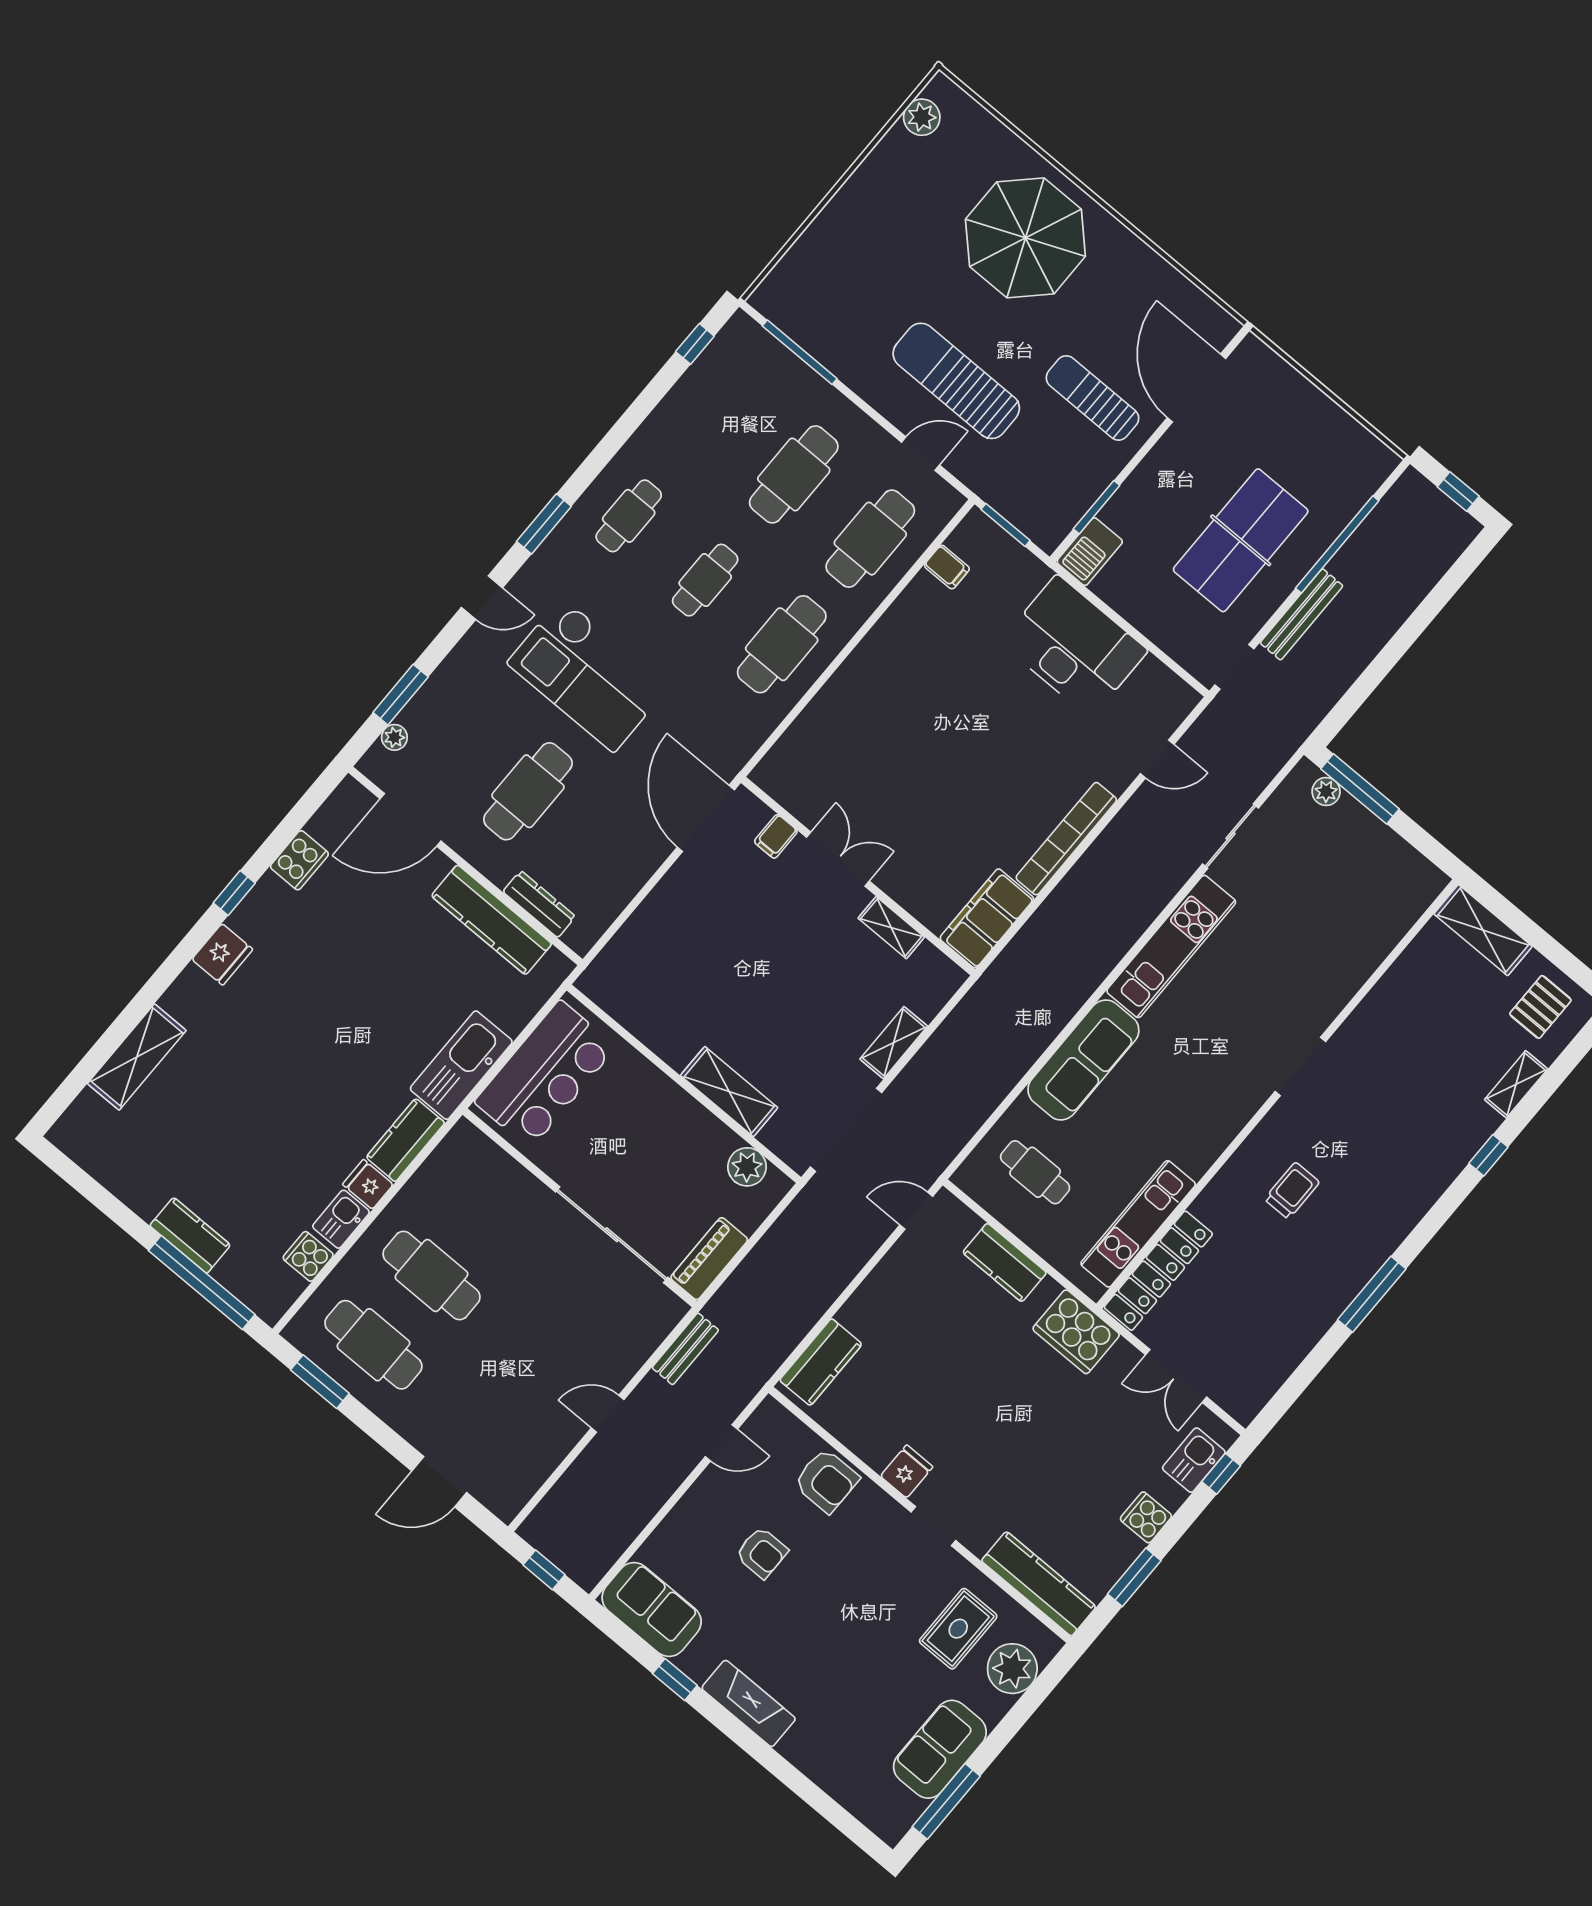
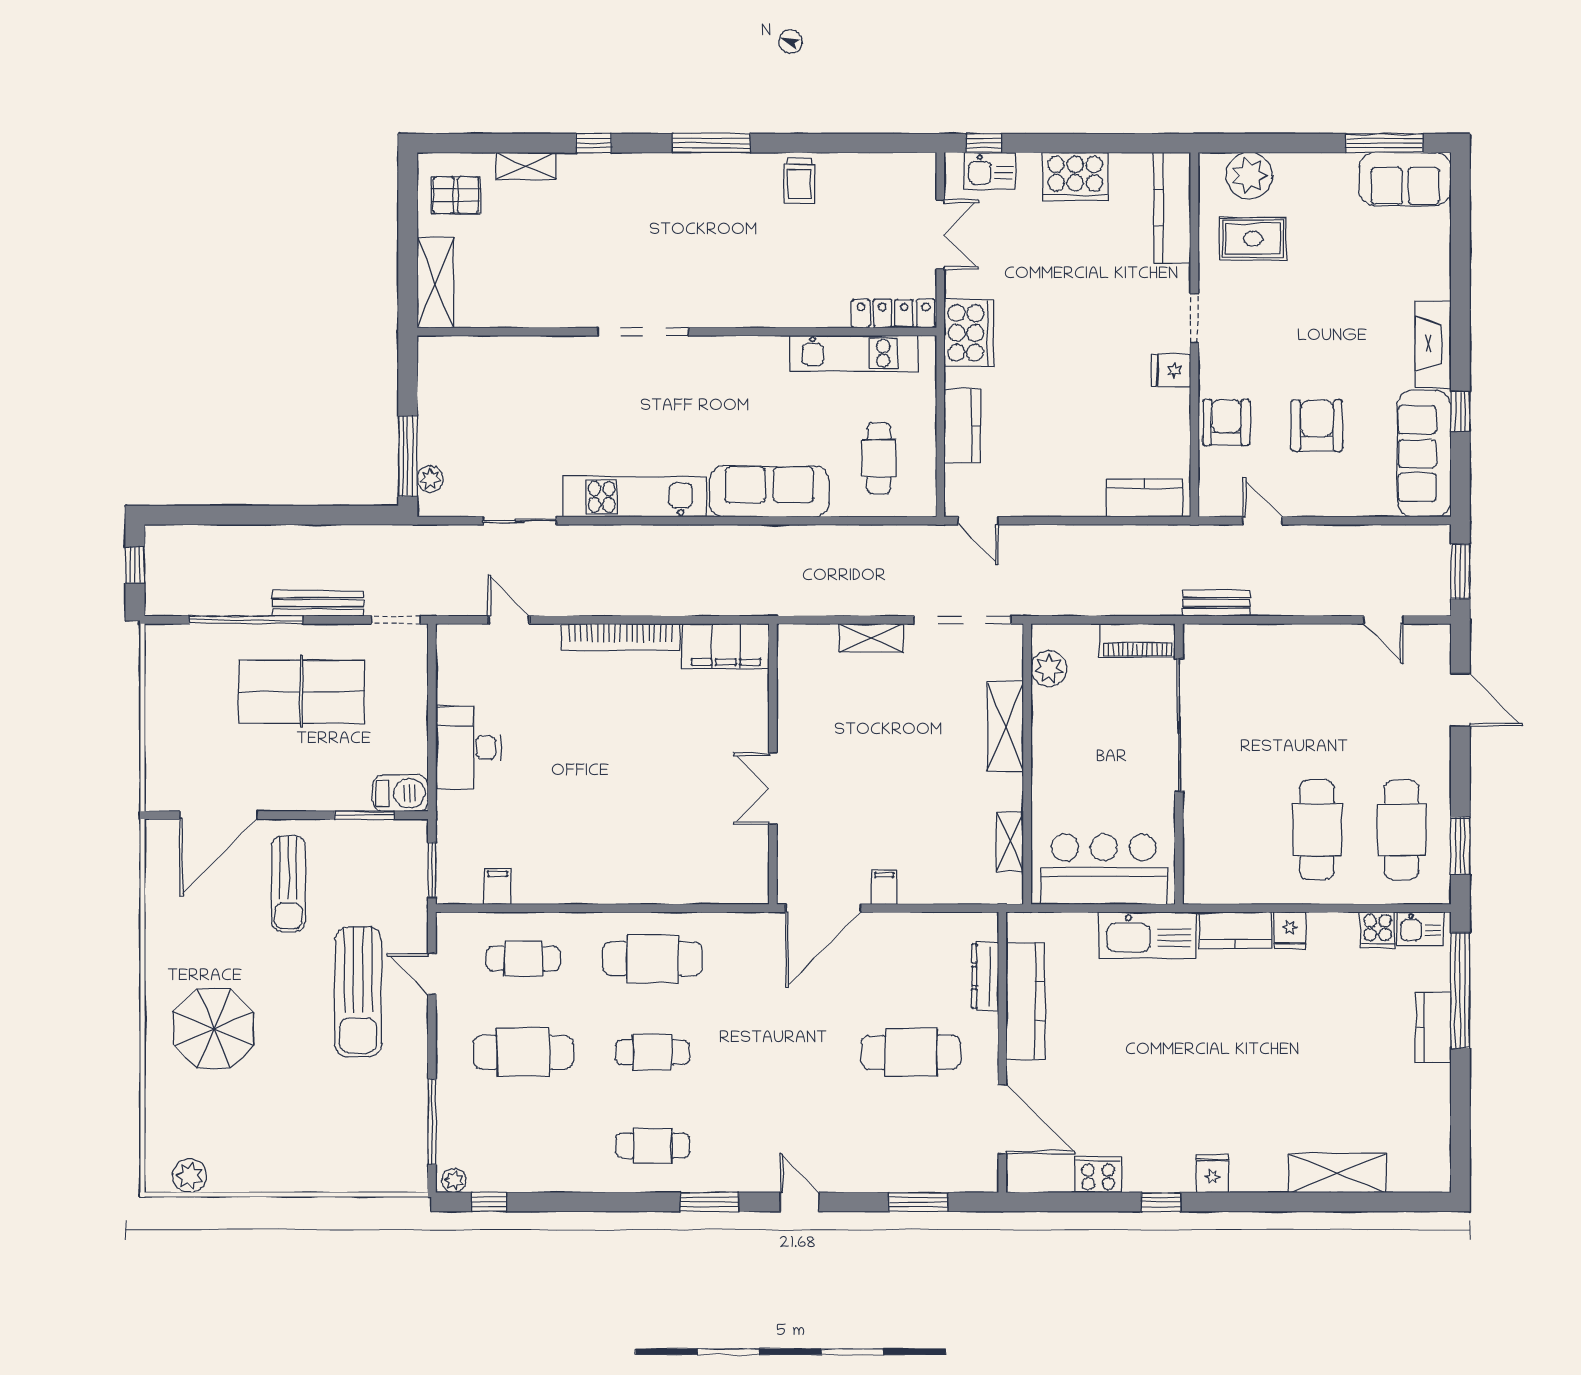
parasol: (1025, 238) -> (214, 1028), width x0.73, depth x0.73
cafe table: (870, 539) -> (523, 959), width x0.73, depth x0.74
desk: (1074, 646) -> (468, 747), width x0.73, depth x0.77
checkout: (588, 675) -> (791, 1079), removed
plant: (394, 737) -> (454, 1181), moved
filing cabinet: (776, 836) -> (884, 887), moved, turned -90
shelving: (891, 928) -> (1010, 842), moved
fridge: (222, 954) -> (1212, 1173), width x0.72
doorway: (1300, 1067) -> (643, 332), width x1.36
trolley: (1292, 1191) -> (799, 181), moved, turned -90
kitchen sink: (341, 1219) -> (1420, 929), moved
locker: (1158, 1271) -> (893, 314), width x0.71, depth x0.83
window: (1372, 1294) -> (711, 143), moved
door: (608, 1414) -> (1383, 620), moved
cooker: (1146, 1517) -> (1075, 177), width x1.87, depth x1.31
armchair: (762, 1553) -> (1317, 426), width x1.38, depth x1.38
window: (544, 1570) -> (1460, 572), width x1.50
window: (1134, 1577) -> (1110, 143), removed
sofa: (652, 1610) -> (1424, 454), width x1.36
sofa: (940, 1749) -> (1405, 179), moved

